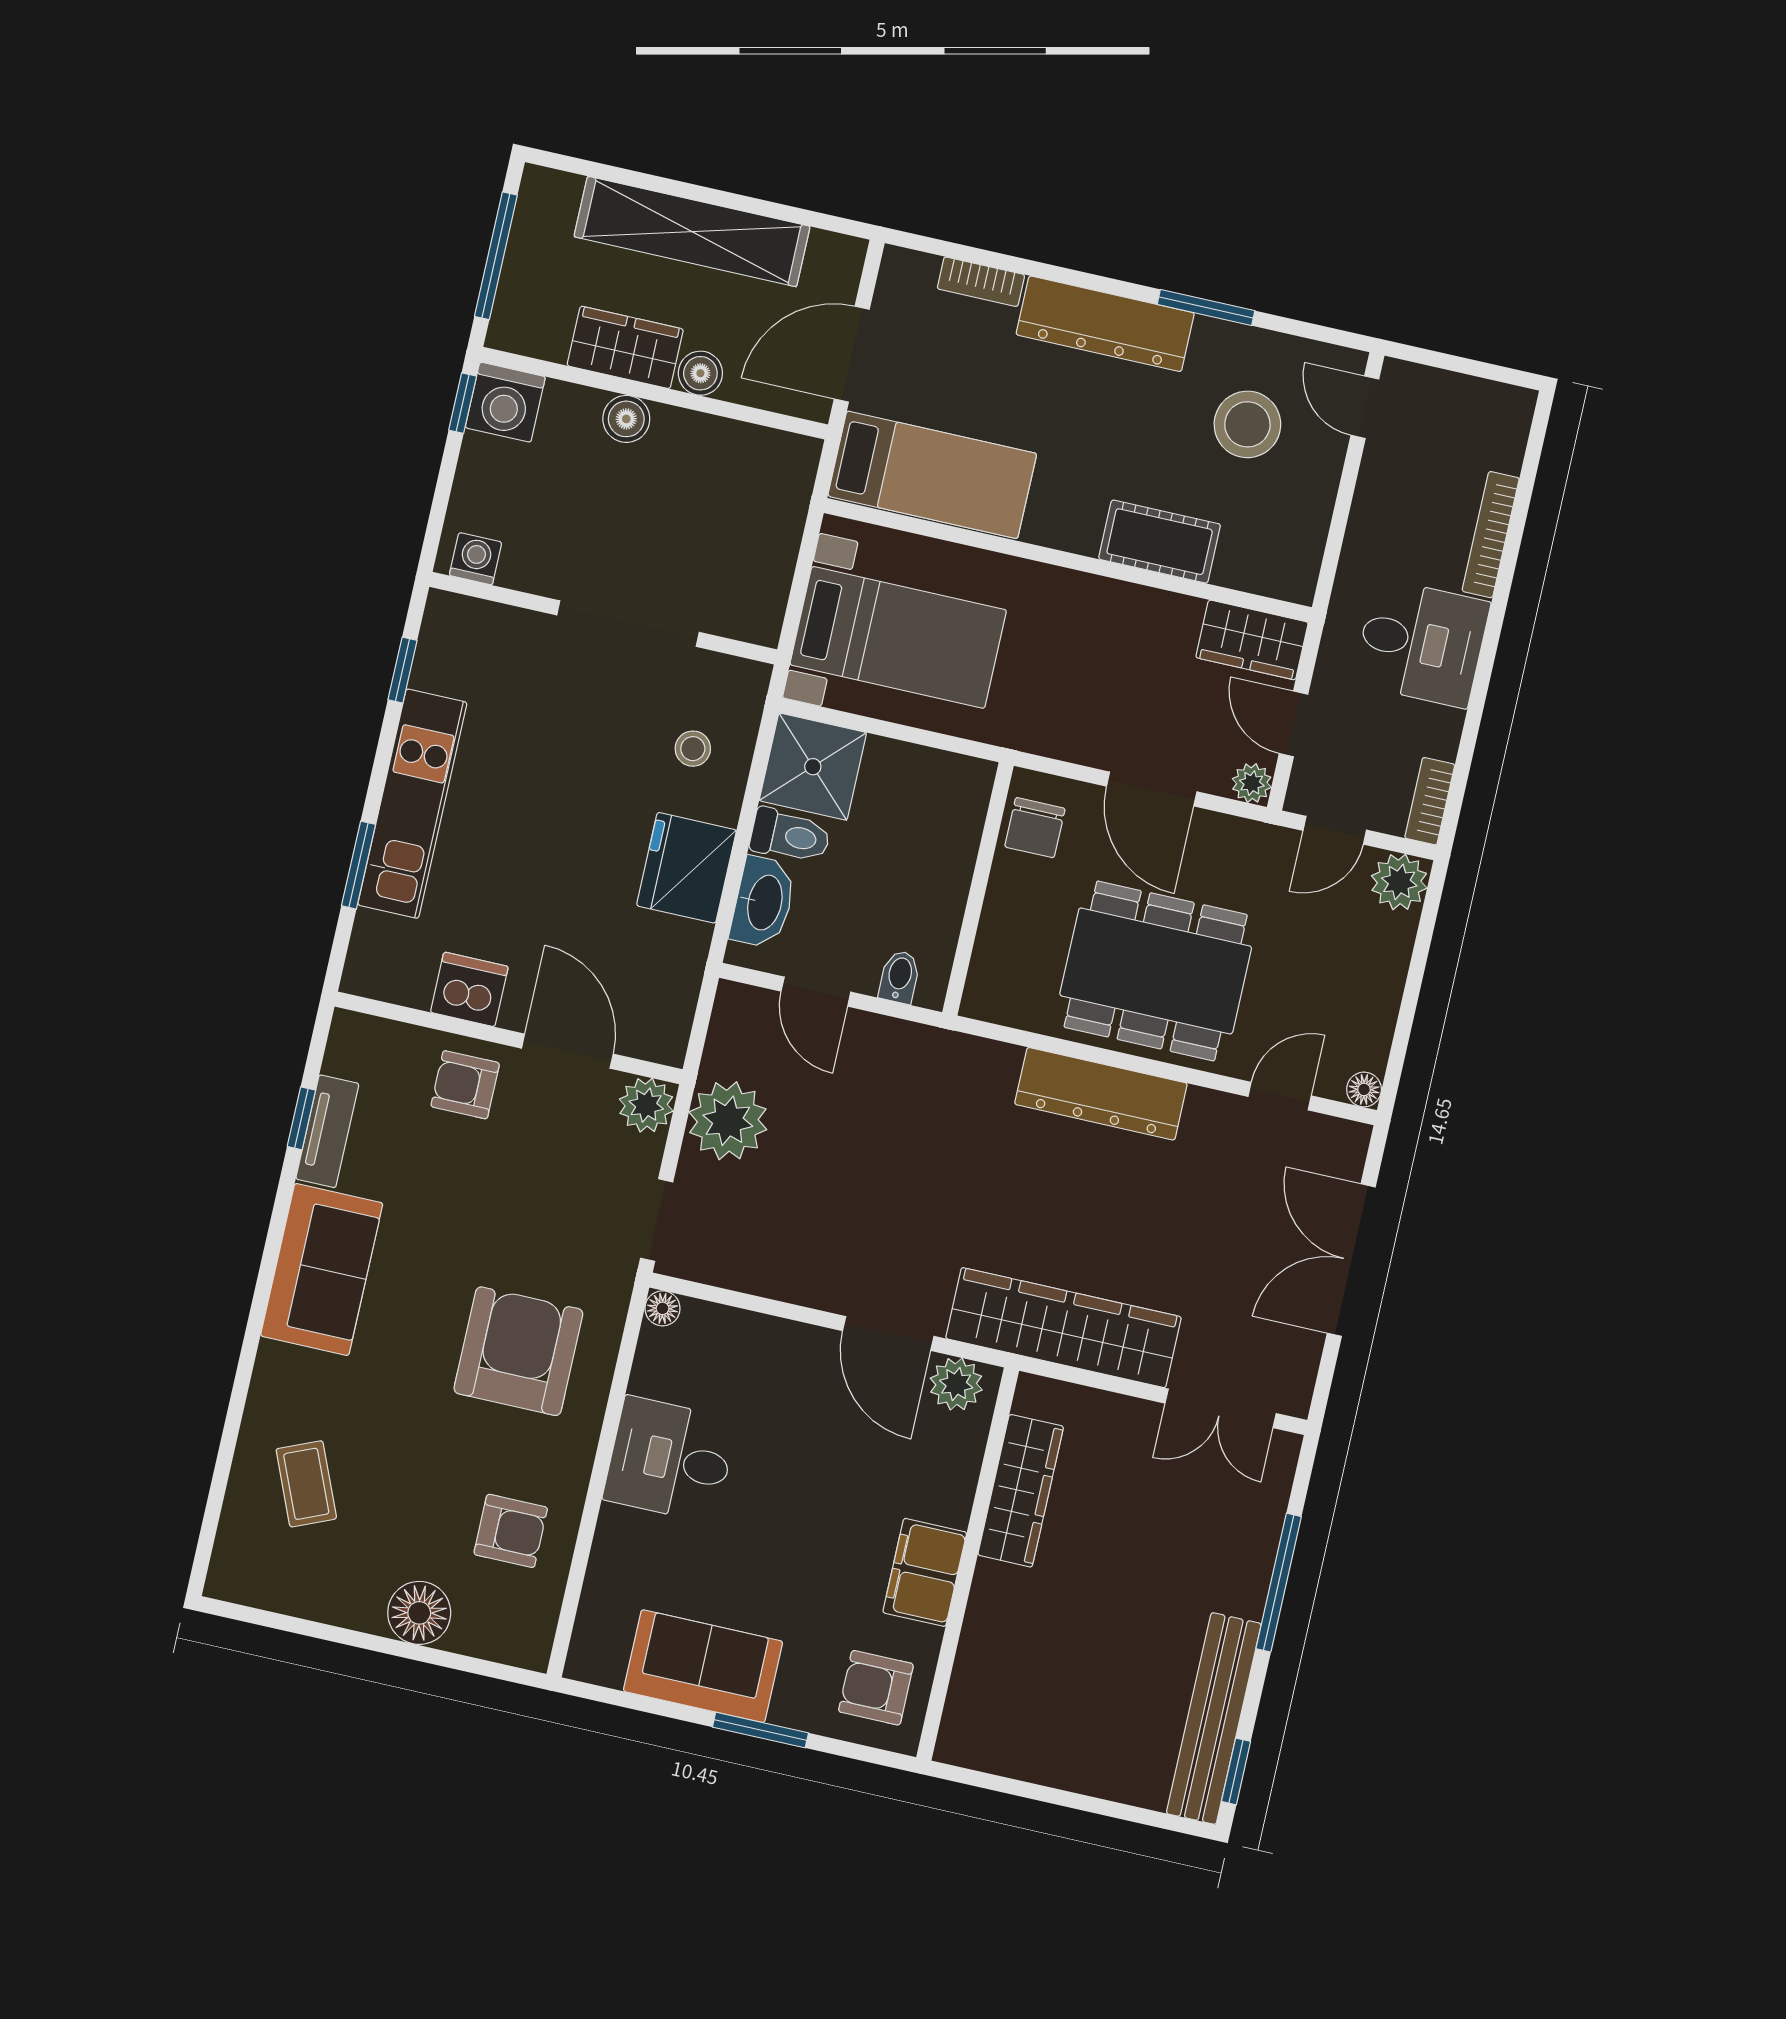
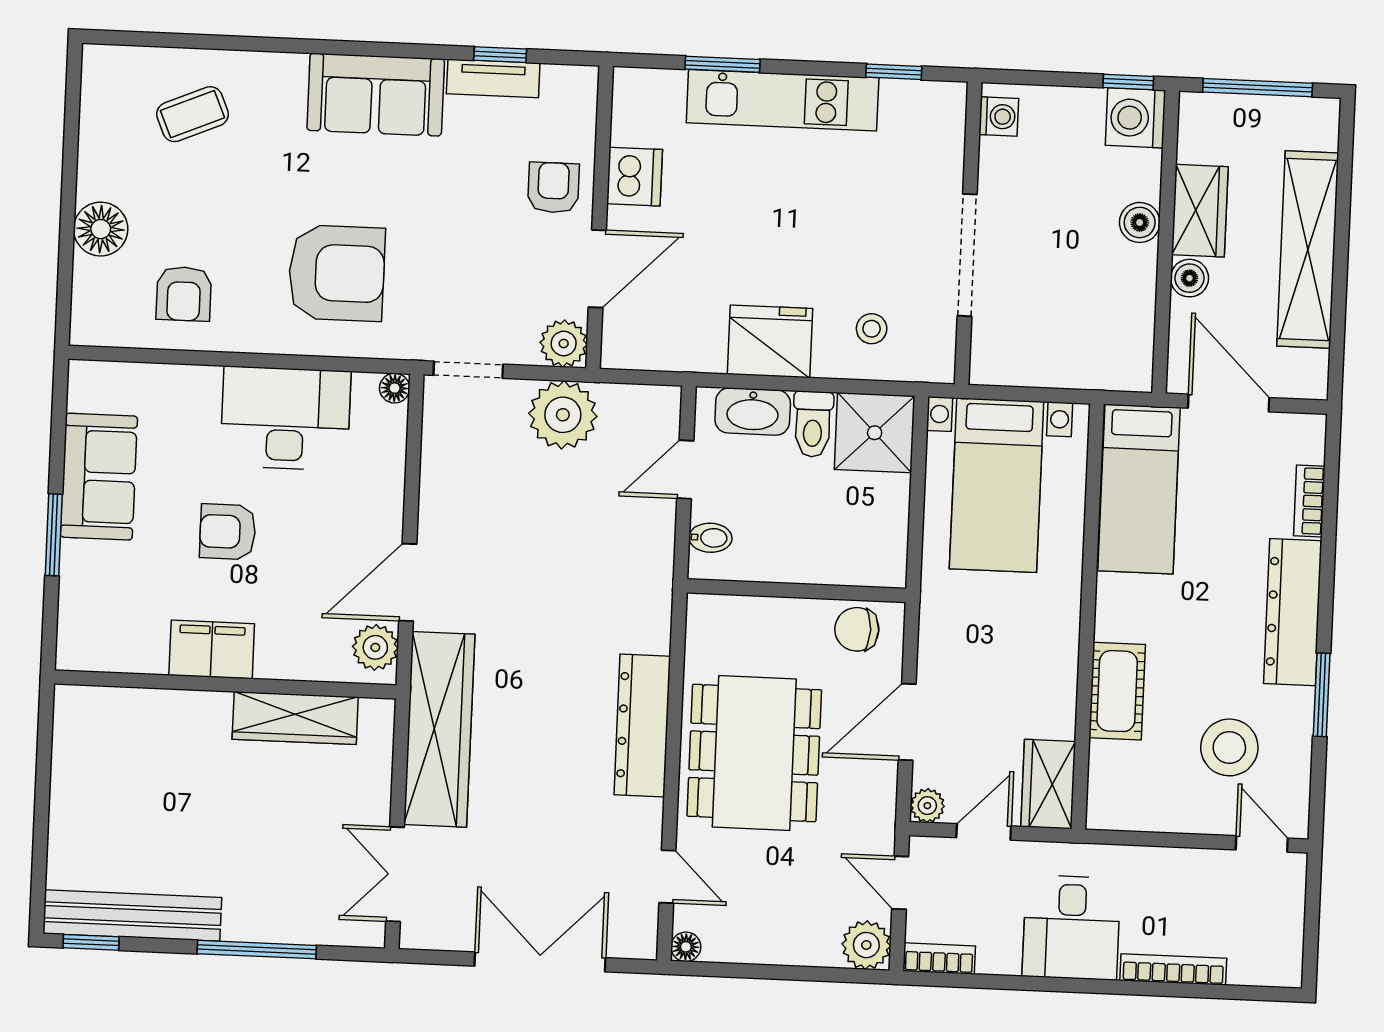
door: (1365, 407) -> (1262, 844), hinge flipped
desk: (670, 1460) -> (285, 418), width x1.37
armchair: (876, 1688) -> (228, 532), moved, turned -90

